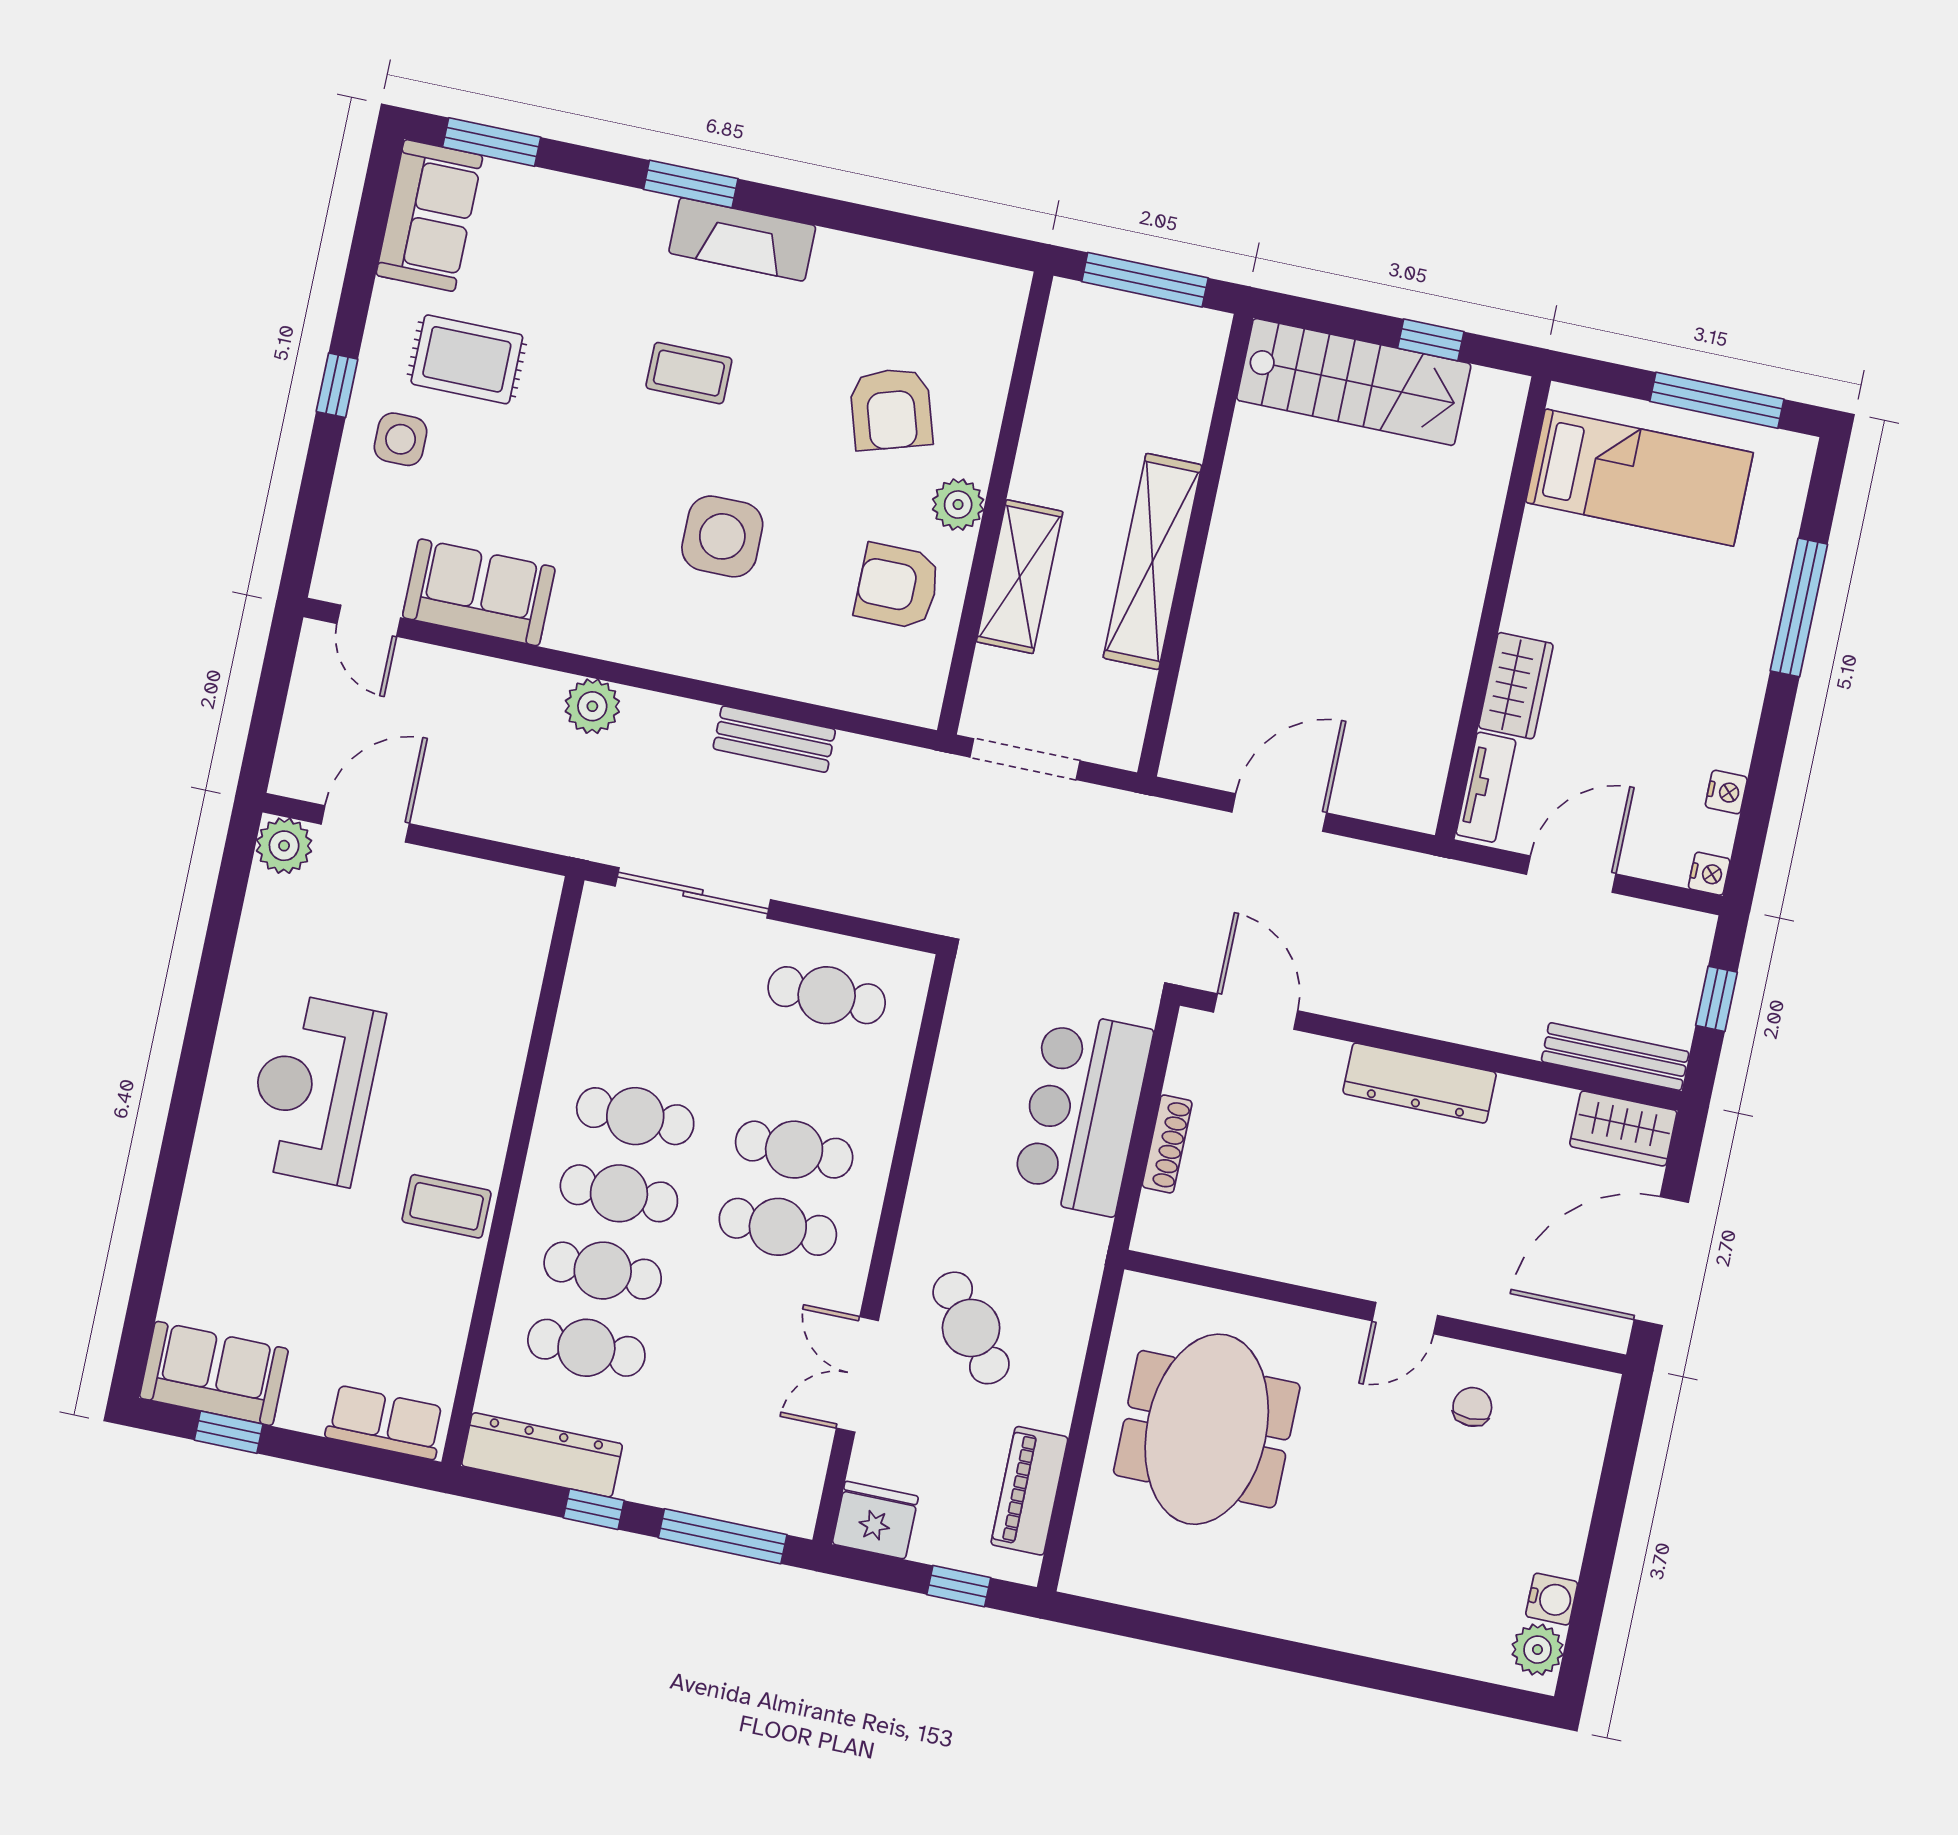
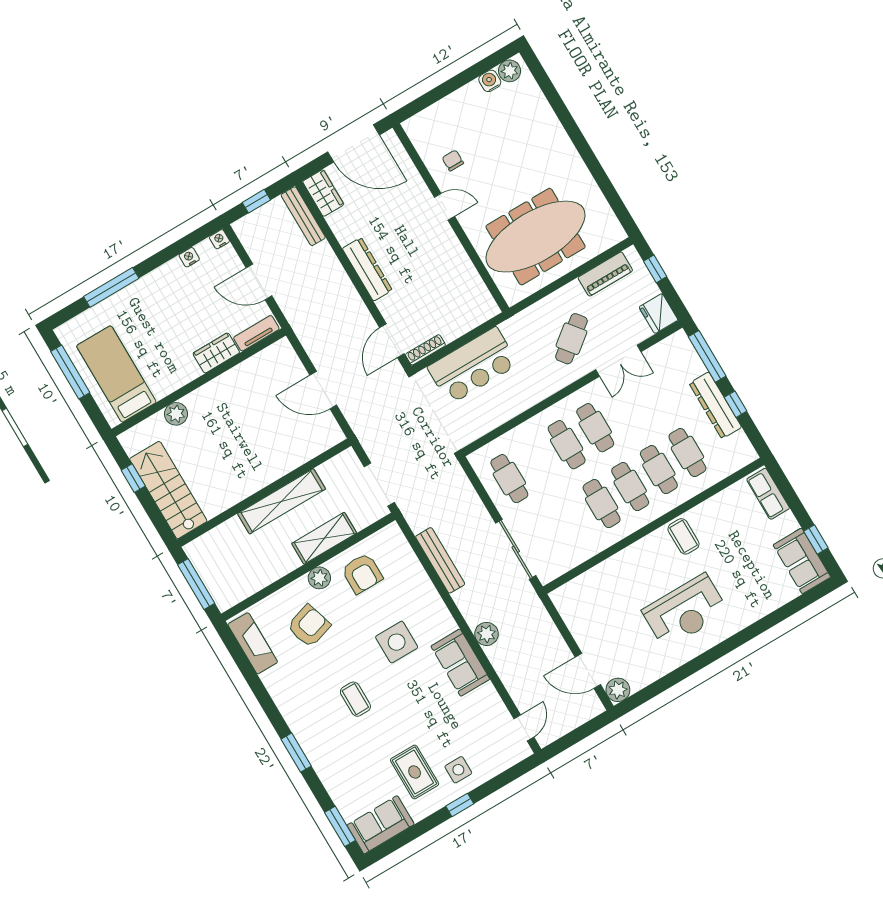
fireplace: (742, 239) -> (253, 643), moved
plant: (1474, 518) -> (176, 414), added
sofa: (479, 592) -> (460, 663), moved
bench: (774, 739) -> (440, 560), width x1.36
shoe rack: (1167, 1144) -> (425, 350), moved
chair: (1472, 1407) -> (453, 160), turned 90
meeting table: (1207, 1429) -> (536, 237), width x1.36
dresser: (542, 1455) -> (715, 405), moved

